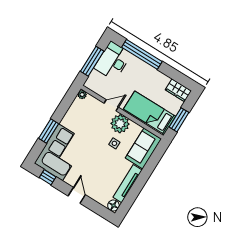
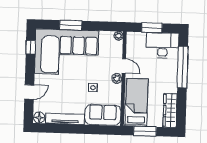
window: (92, 61) -> (152, 28), width x0.69
wardrobe: (178, 90) -> (170, 110), width x1.50
plant: (120, 124) -> (117, 78), width x0.53, depth x0.53
corner sofa: (61, 152) -> (67, 52), width x1.36, depth x1.36
door: (77, 195) -> (29, 92), moved

